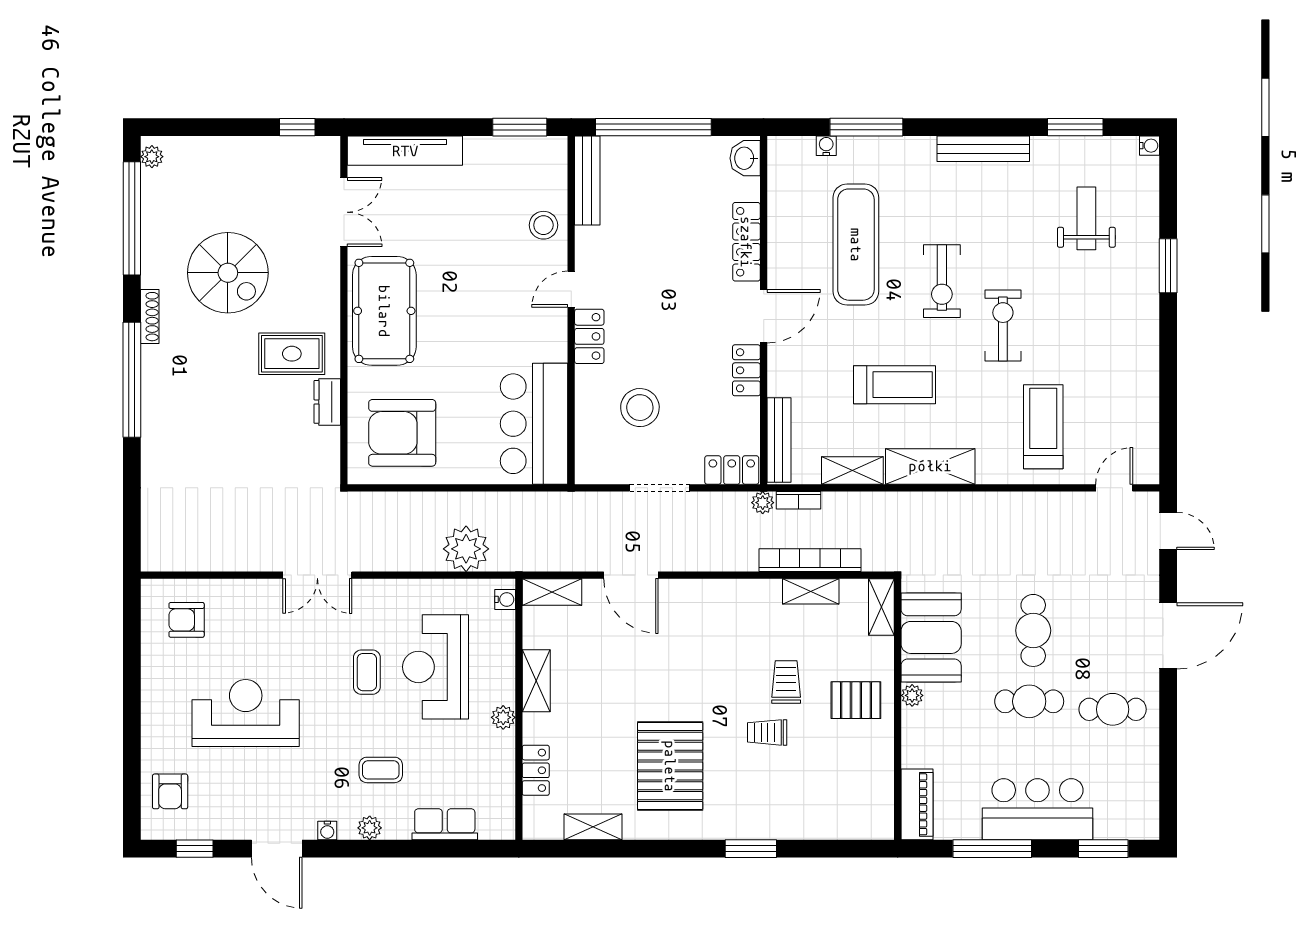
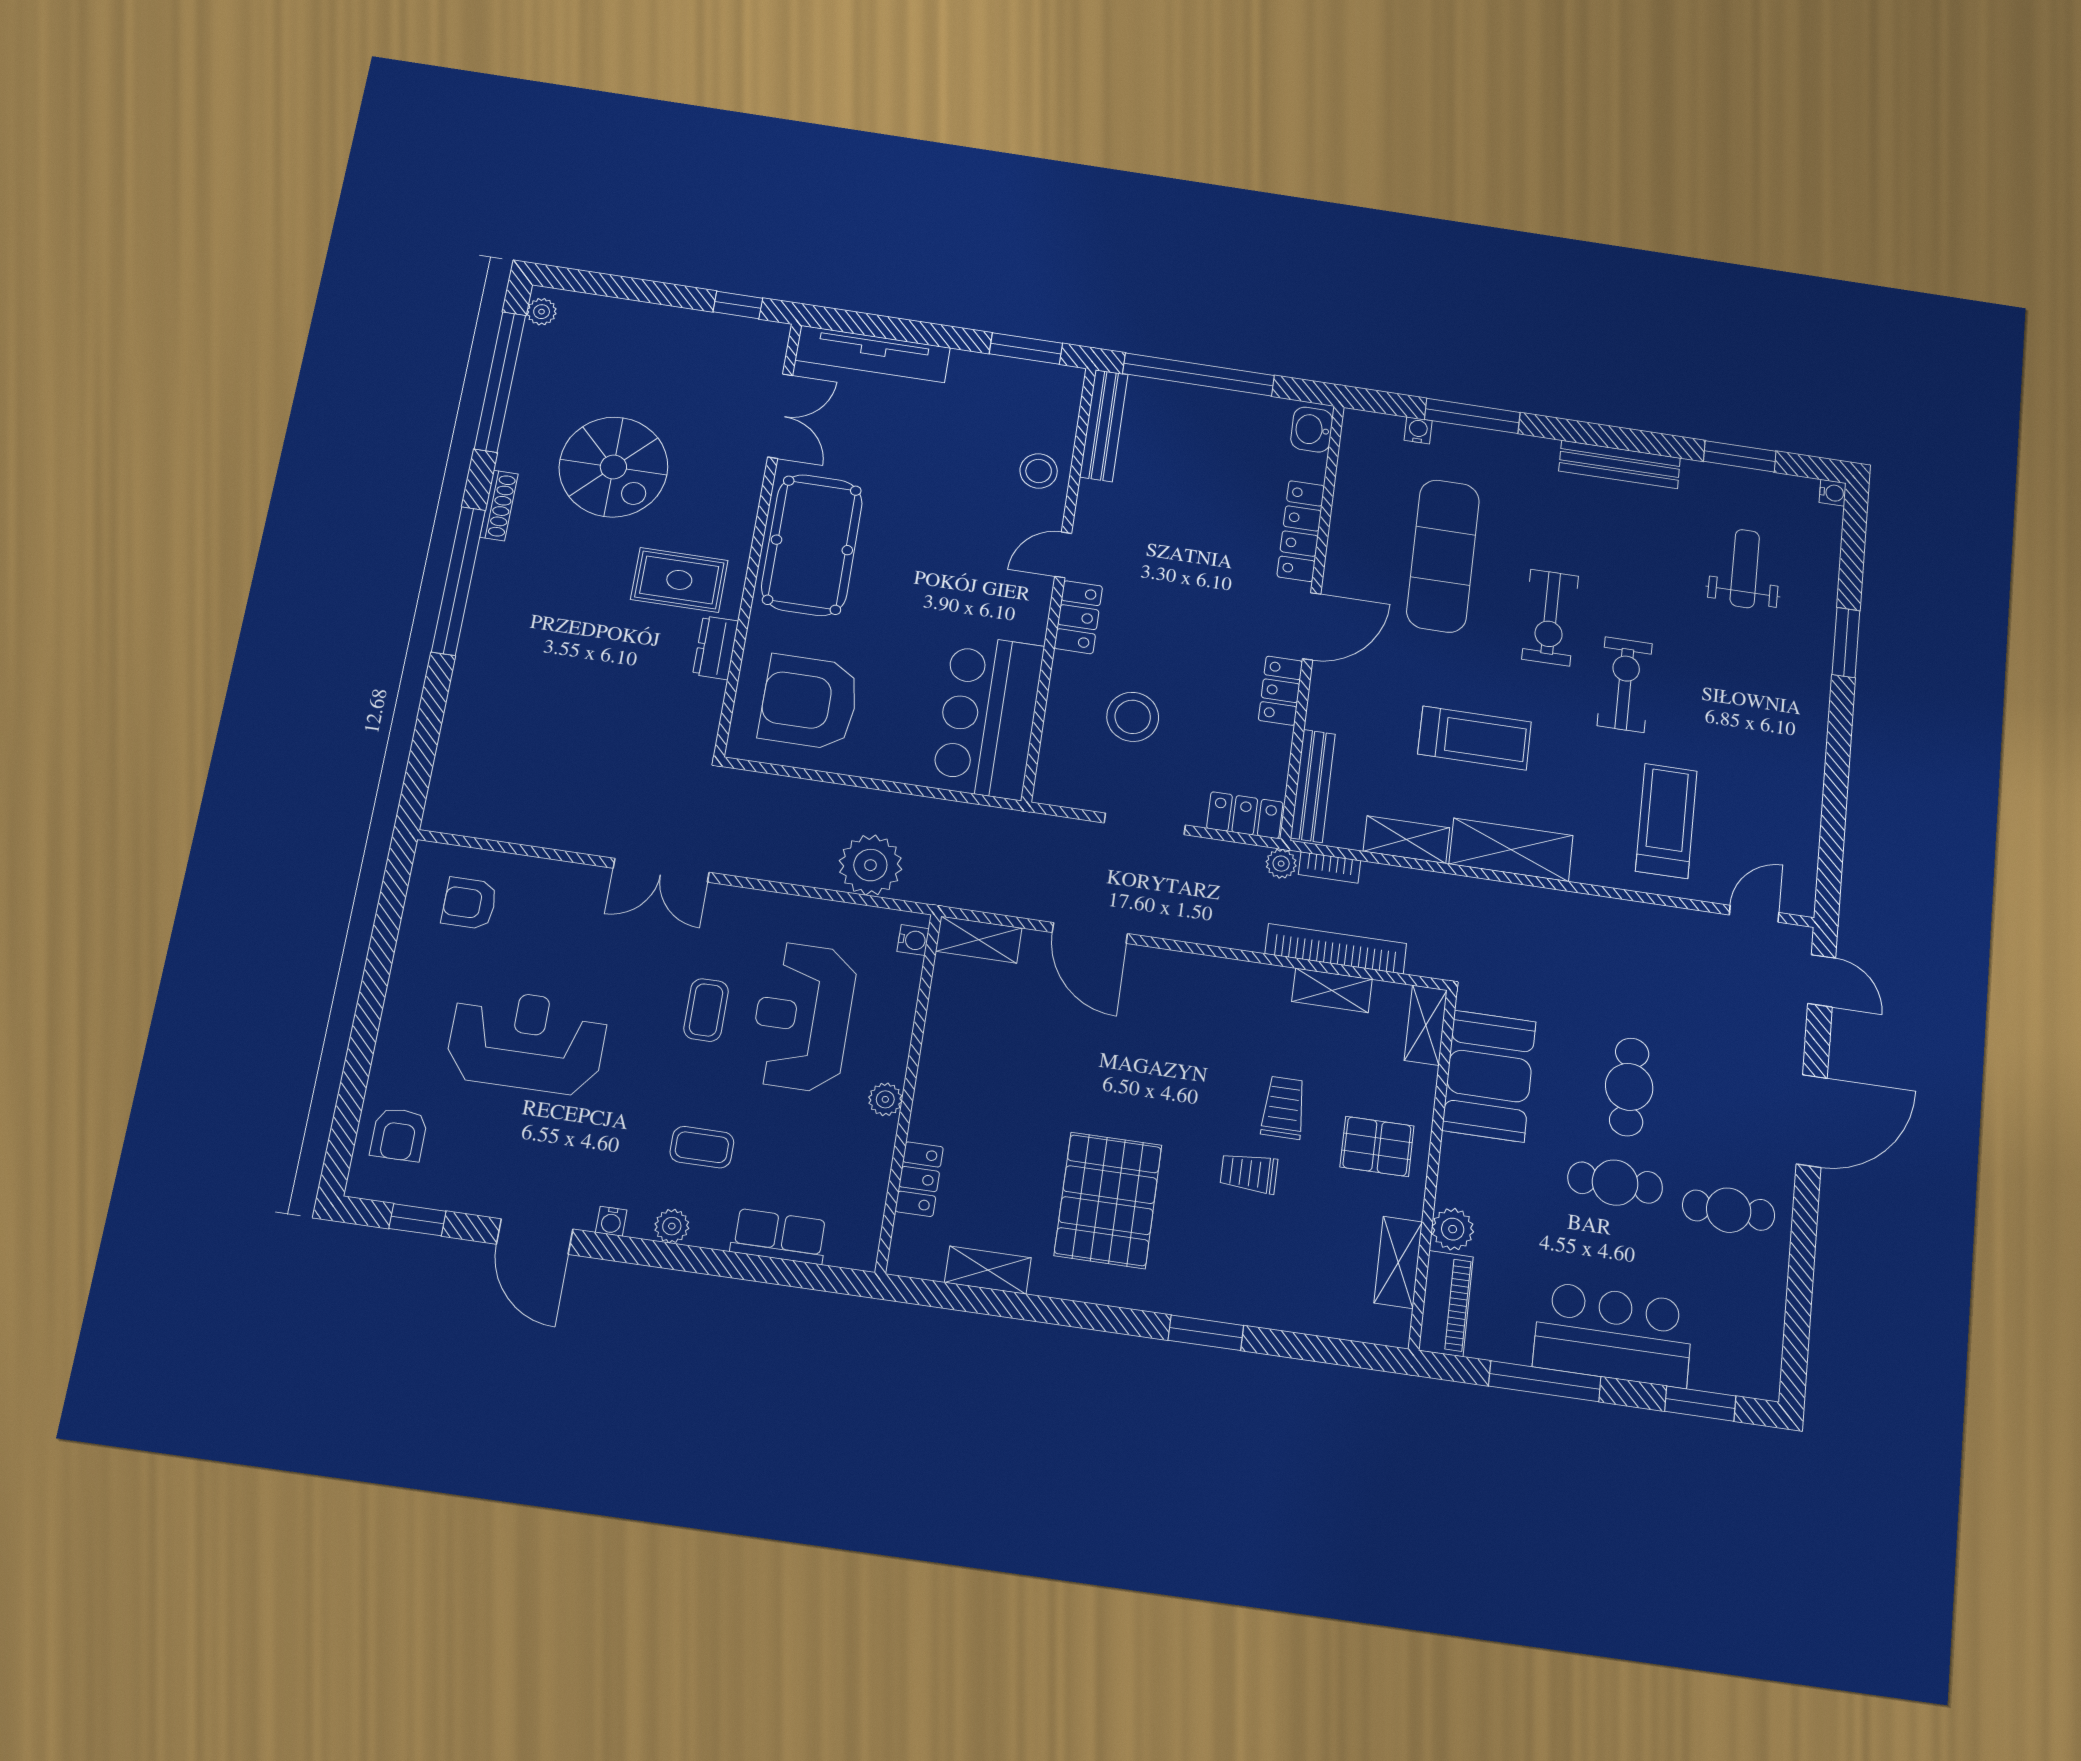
shelving: (536, 681) -> (1398, 1262), moved
plant: (912, 695) -> (1453, 1229), moved, width x1.38, depth x1.38

